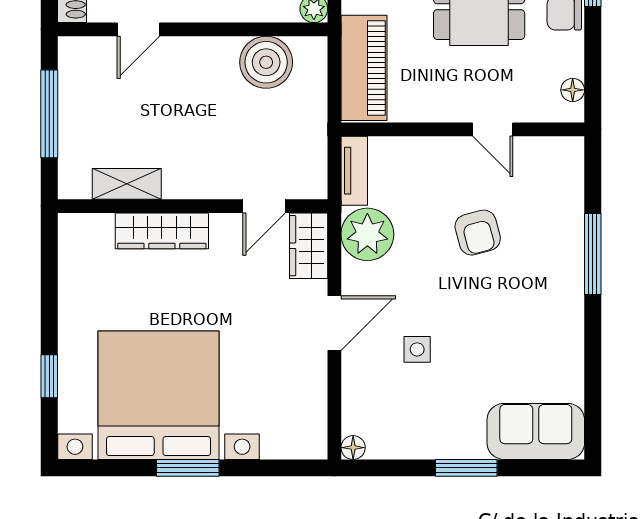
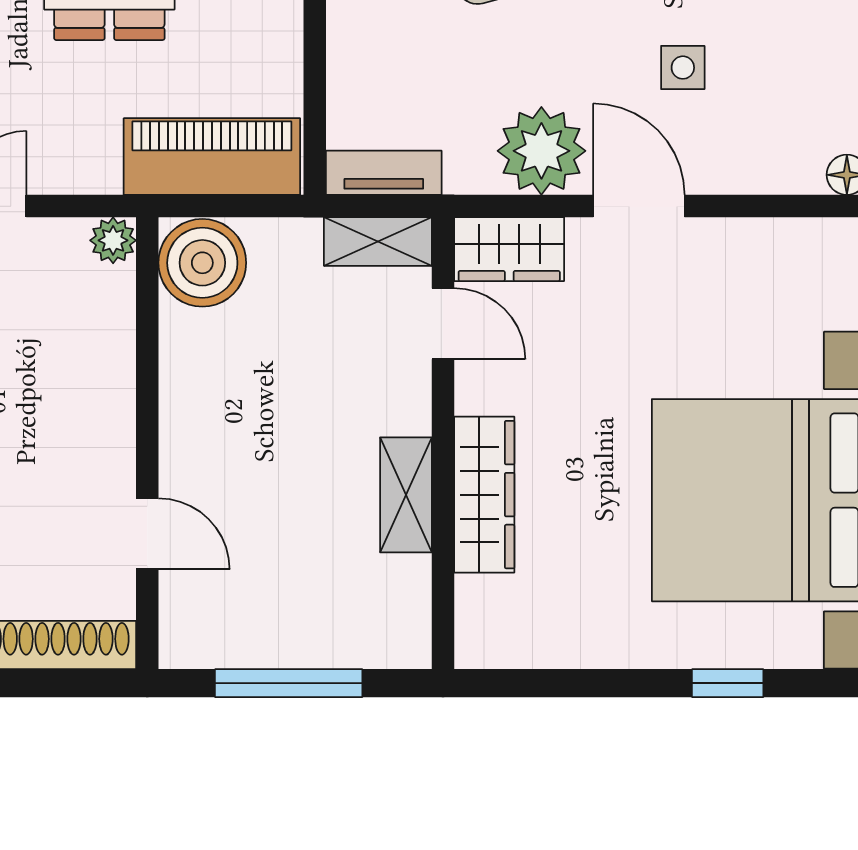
boiler: (266, 62) -> (202, 263), moved
shelving: (313, 167) -> (378, 242), added
shelving: (127, 184) -> (406, 495), moved
plant: (367, 234) -> (541, 151), moved

